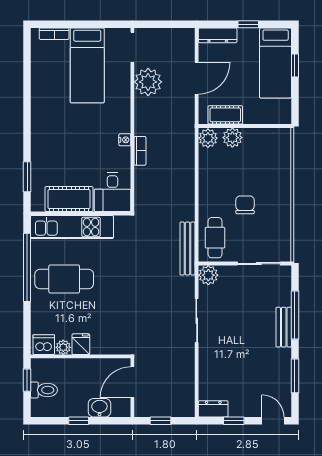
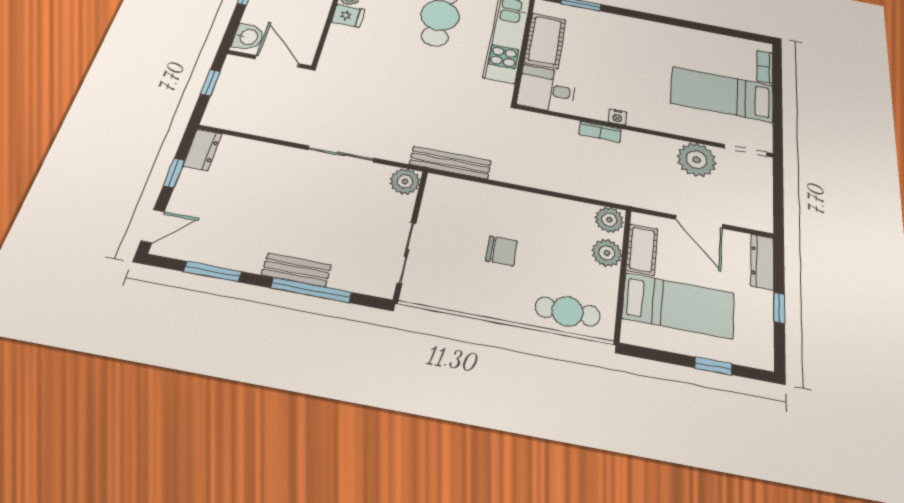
bed: (276, 63) -> (678, 306), moved, turned 180
cafe table: (215, 238) -> (568, 311), moved
washbasin: (99, 408) -> (248, 37), moved

